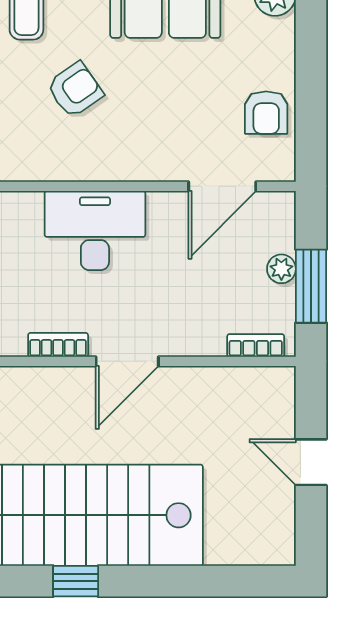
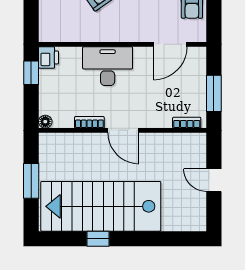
plant: (281, 269) -> (199, 85), removed
door: (127, 361) -> (123, 130), hinge flipped

